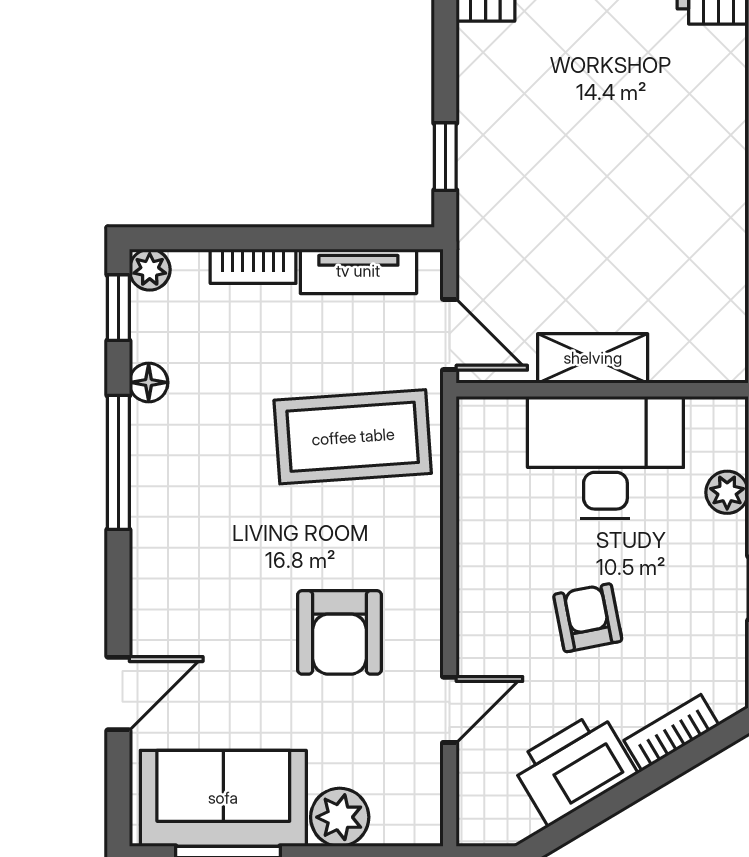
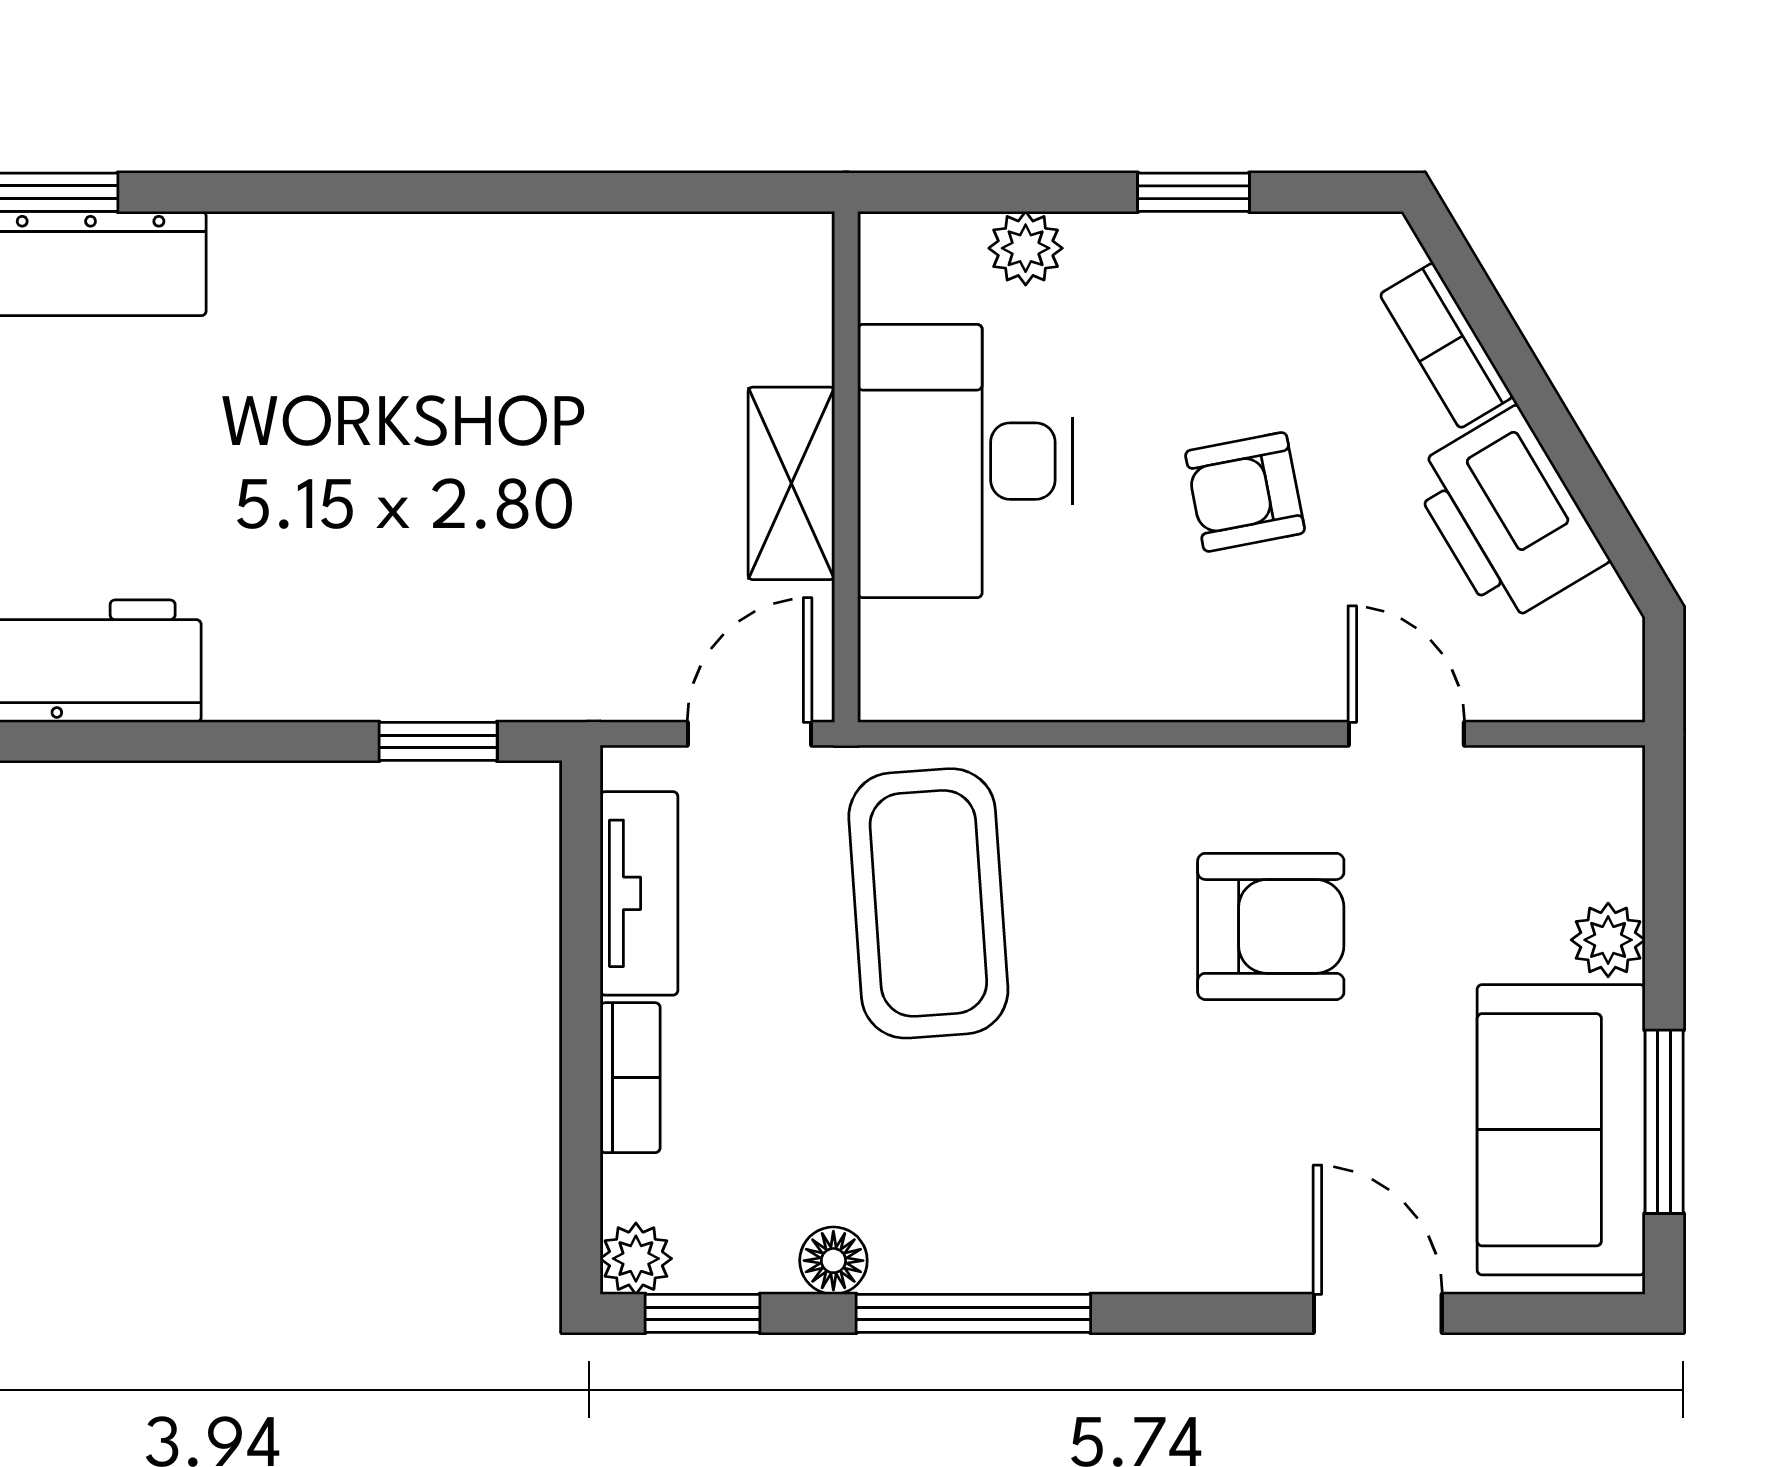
plant: (340, 817) -> (1608, 940), width x0.73, depth x0.73

